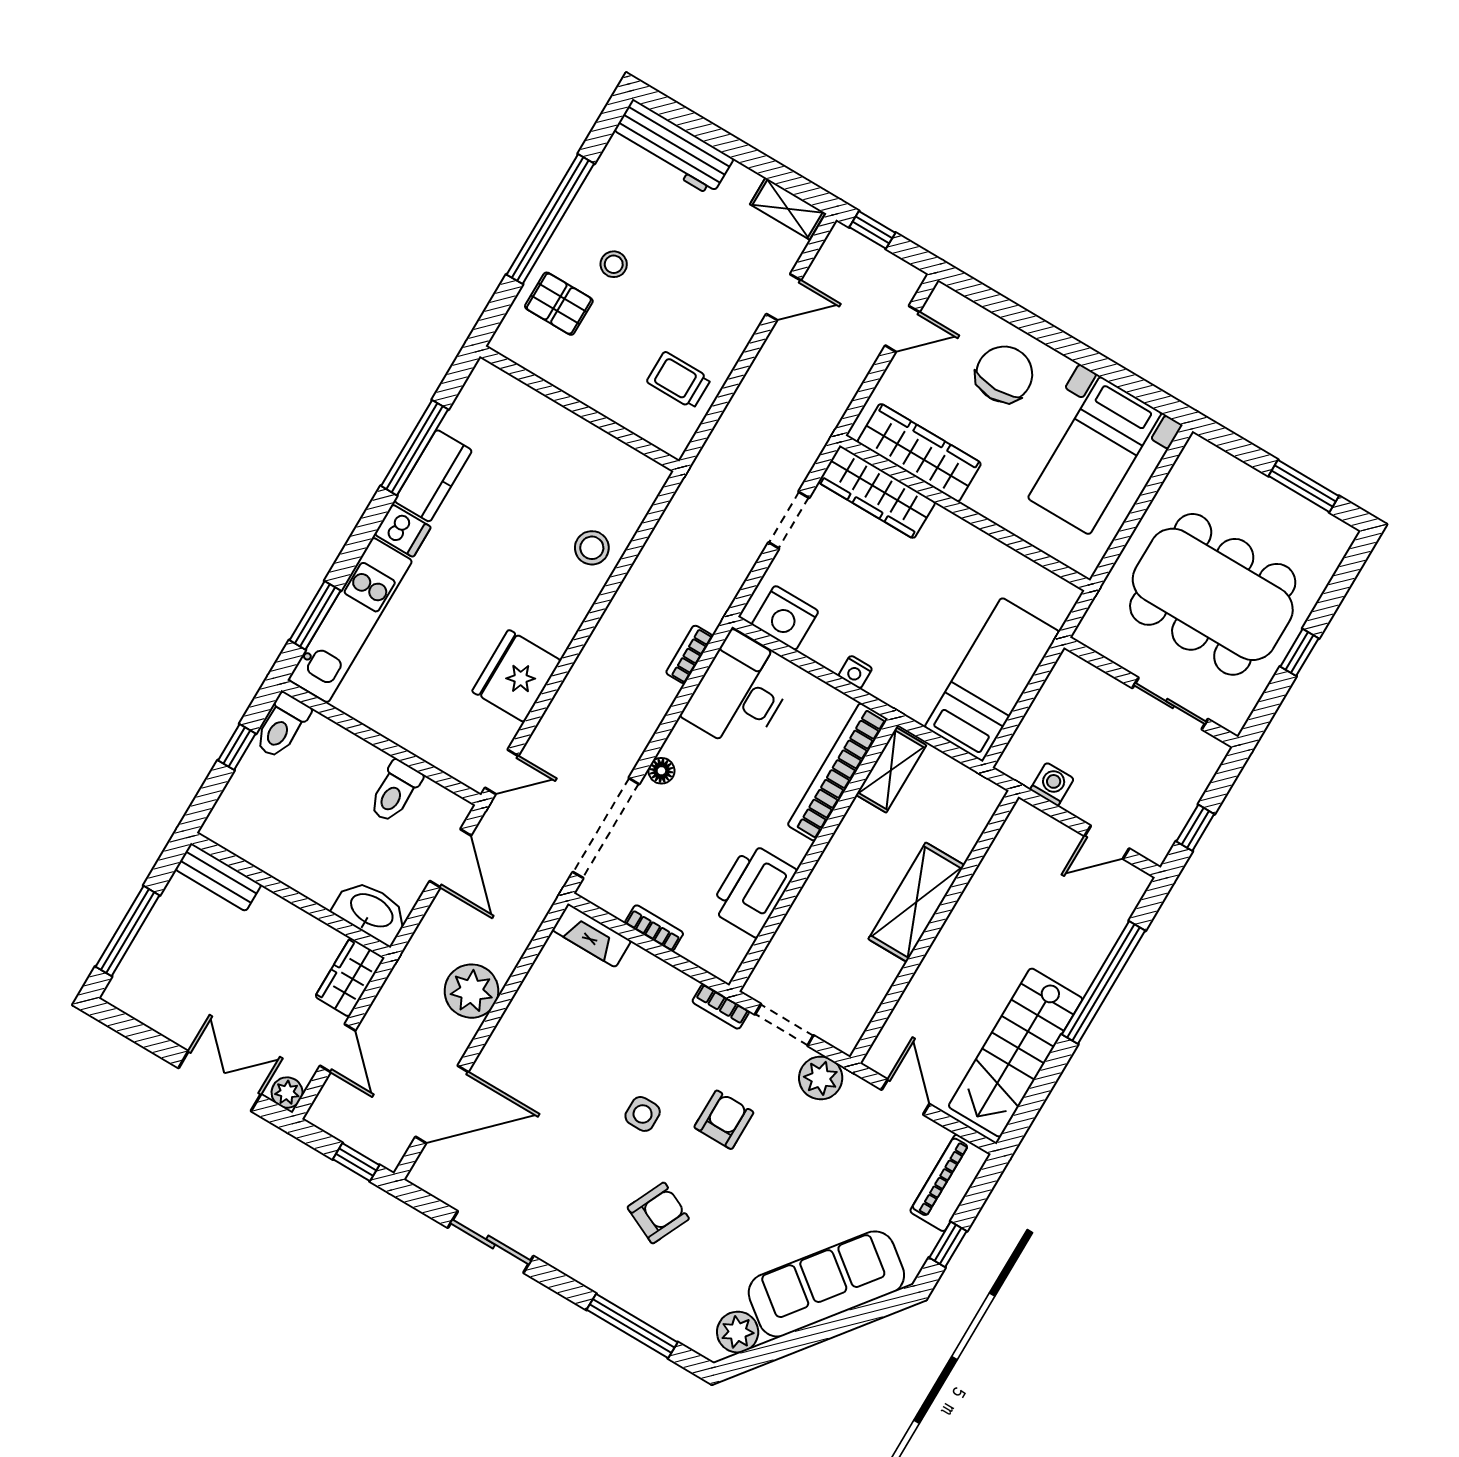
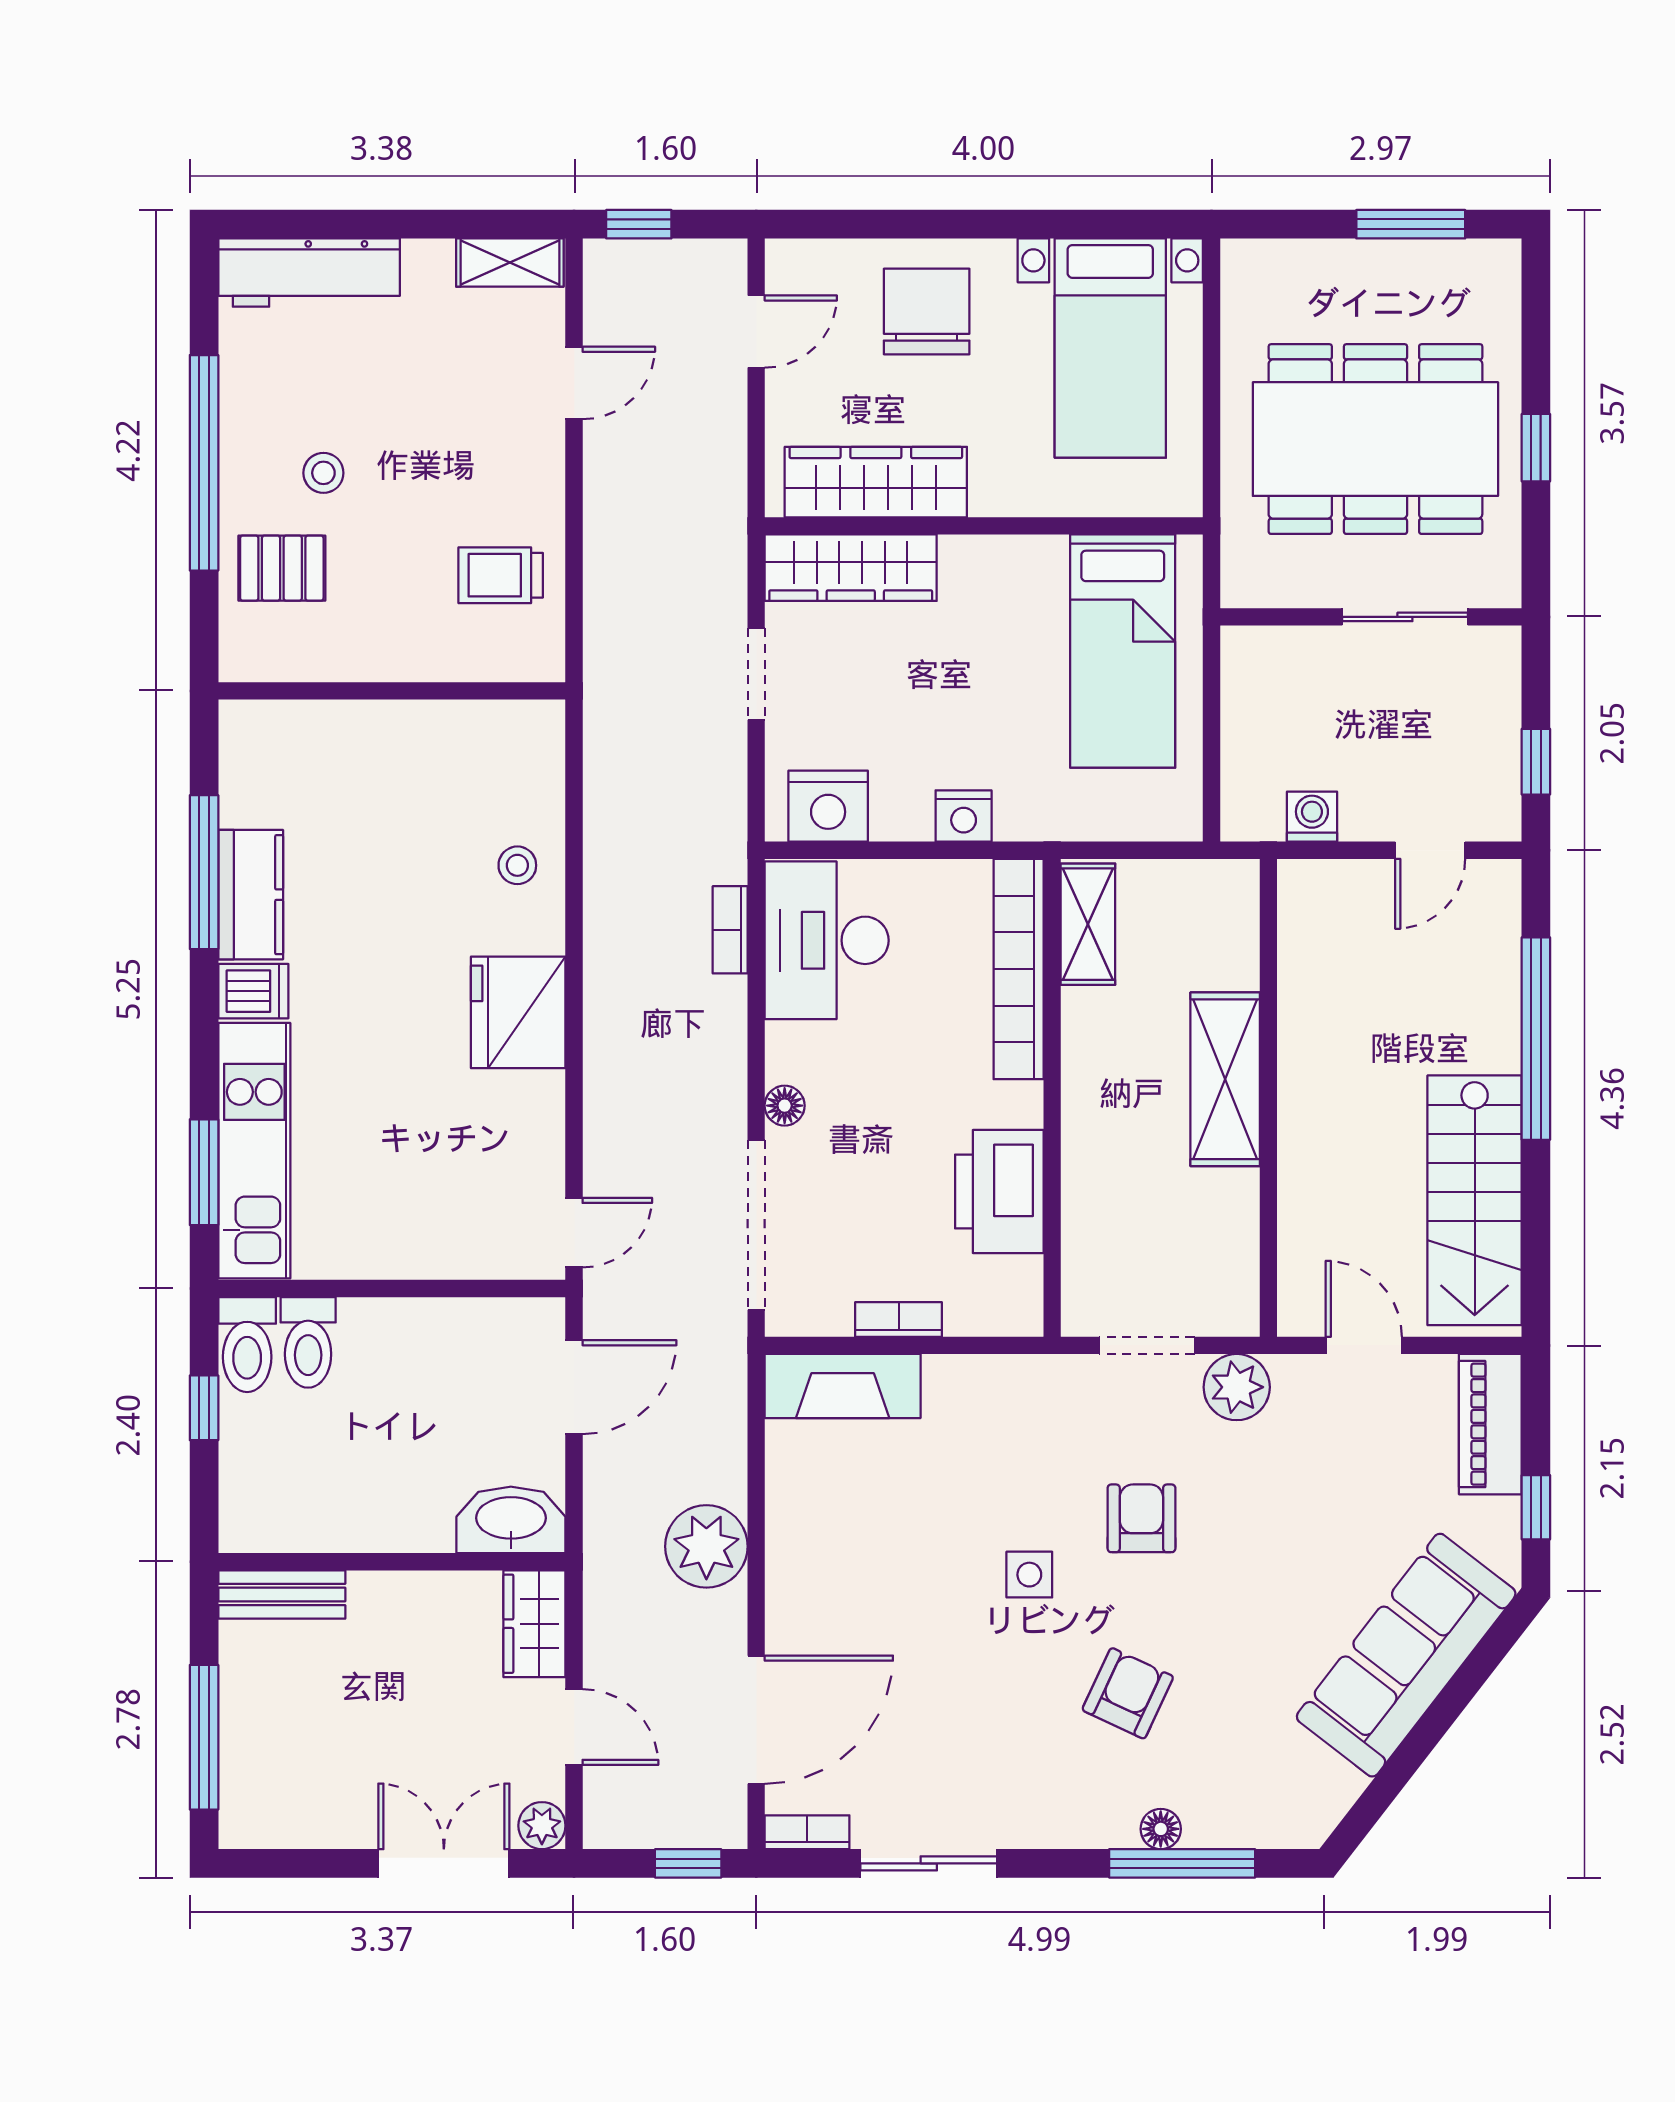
stool: (592, 548) -> (517, 865), width x0.73, depth x0.73
nightstand: (855, 672) -> (964, 816), width x1.39, depth x1.35
fridge: (516, 676) -> (518, 1012), moved
bed: (992, 680) -> (1123, 651), moved, turned 180
toilet: (395, 791) -> (308, 1342), moved
door: (450, 858) -> (574, 1387), hinge flipped
fireplace: (592, 935) -> (843, 1386), width x1.37, depth x1.32
bookcase: (721, 1006) -> (807, 1832), moved, turned 180
floor lamp: (632, 1300) -> (1161, 1829), added
plant: (738, 1332) -> (1326, 1789), removed

